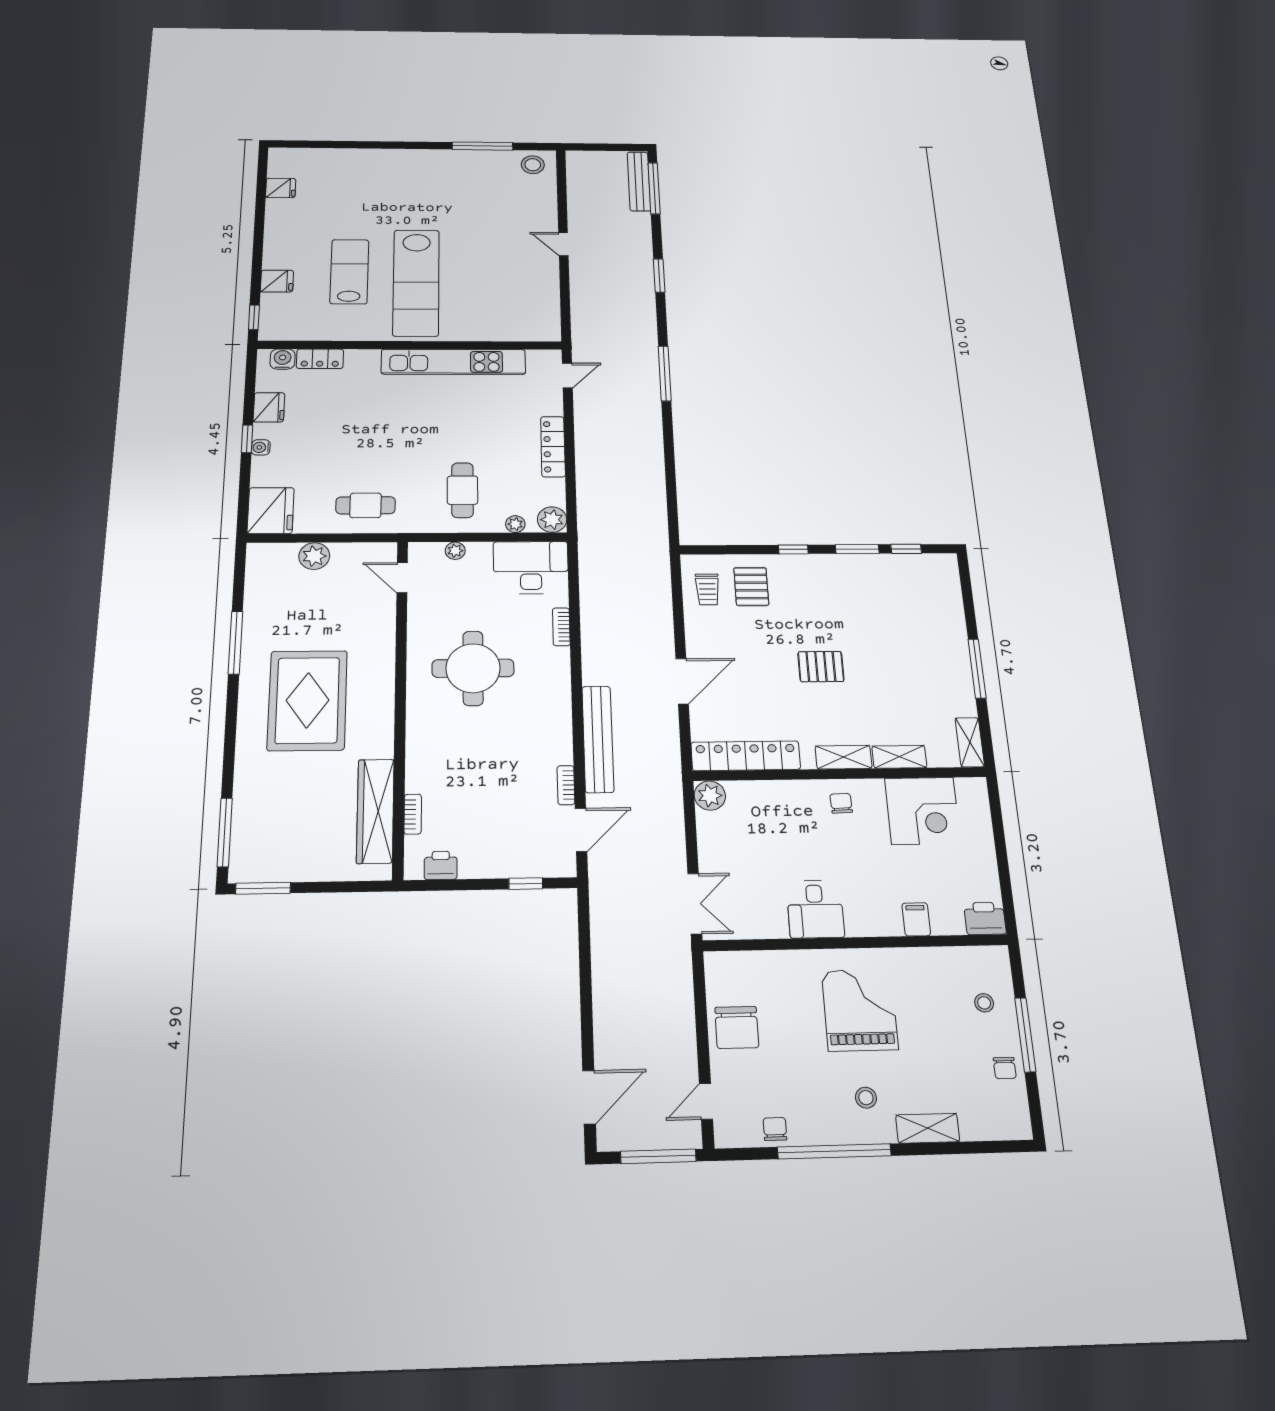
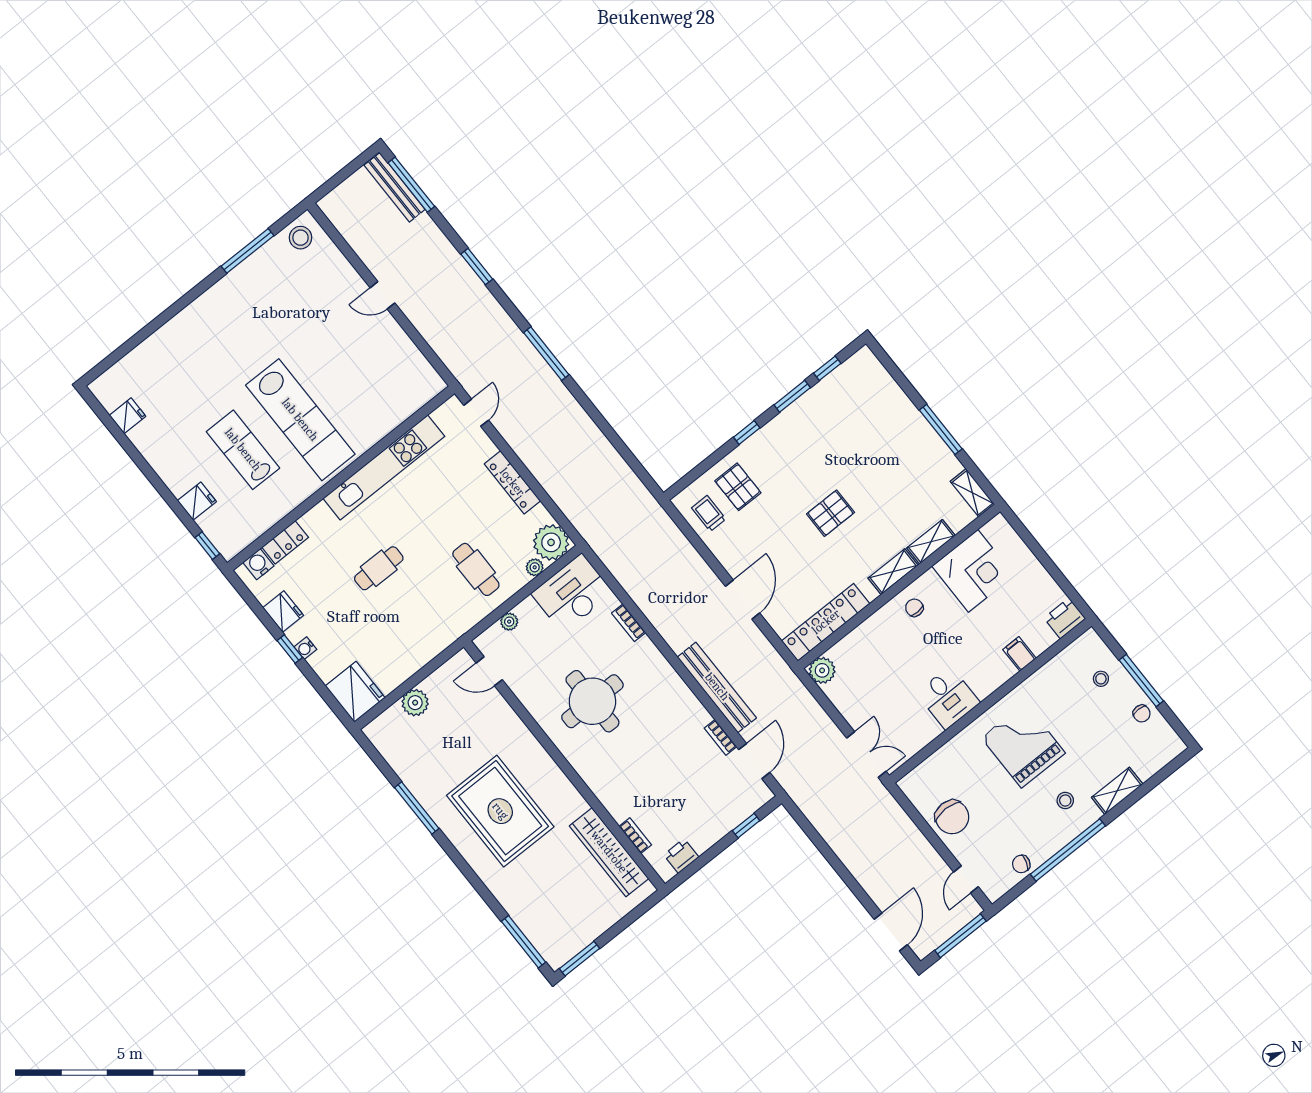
cafe table: (366, 505) -> (379, 568), moved
plant: (552, 520) -> (551, 542), width x1.36, depth x1.36
trolley: (707, 589) -> (709, 513), turned 180
chair: (775, 1129) -> (1021, 864), turned -72

